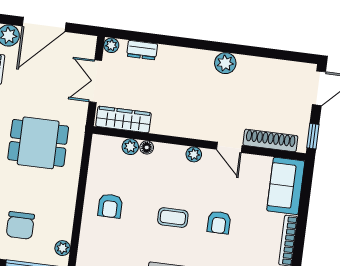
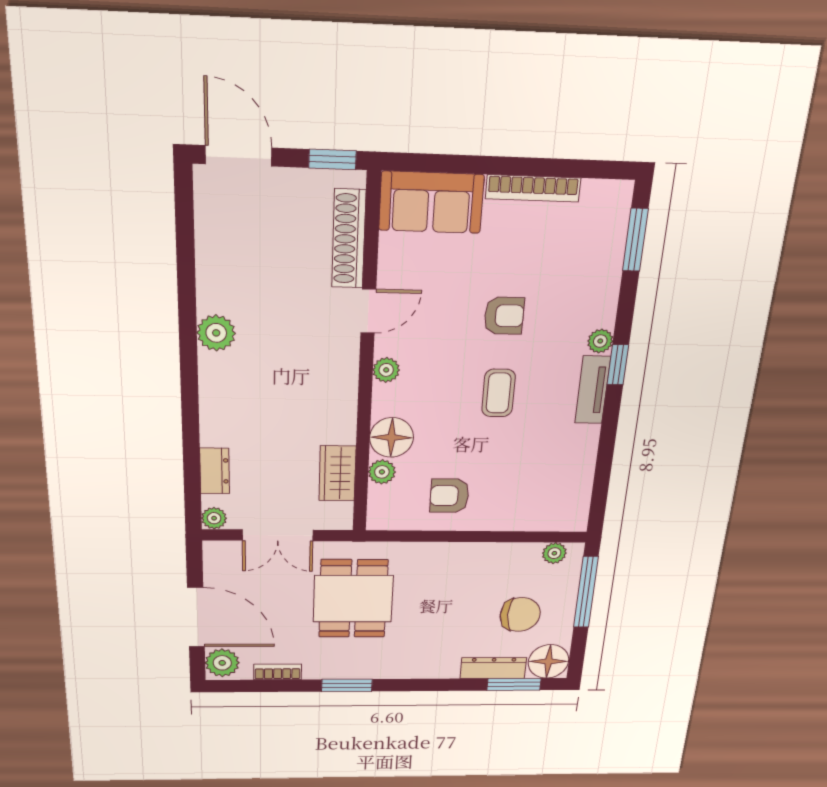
wardrobe: (123, 120) -> (337, 473), width x0.67
dining table: (38, 143) -> (353, 599), moved
floor lamp: (147, 147) -> (392, 437), width x1.89, depth x1.89
armchair: (110, 206) -> (449, 496), moved, turned 180

